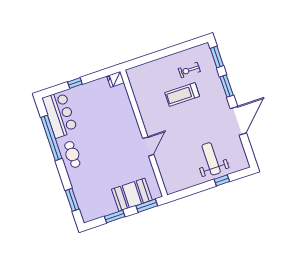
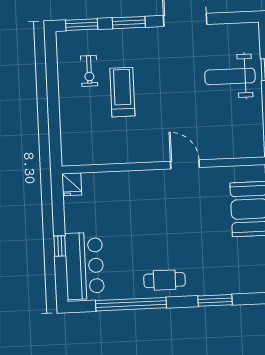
treadmill: (182, 94) -> (122, 92), turned 180
bar counter: (60, 114) -> (84, 266), moved, turned 90
window: (72, 200) -> (215, 300), moved

